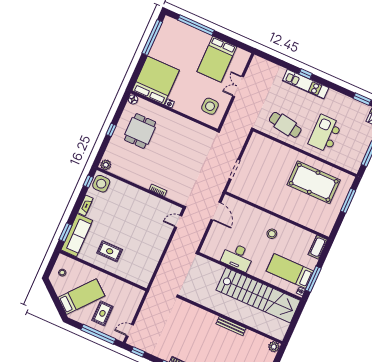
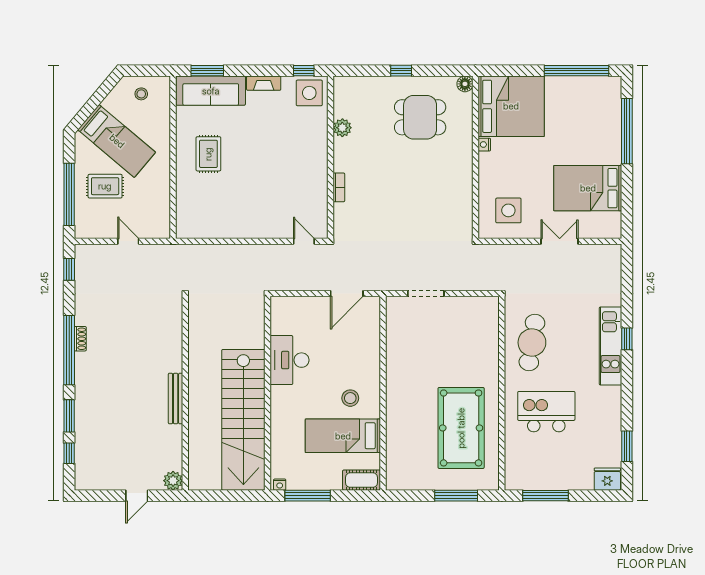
plant: (106, 165) -> (342, 128), moved
bed: (290, 271) -> (343, 436), moved, turned -90
door: (130, 330) -> (128, 241), moved

